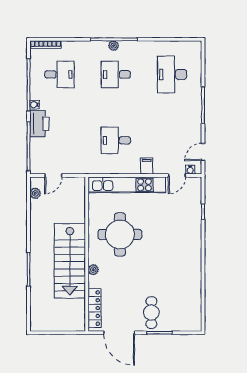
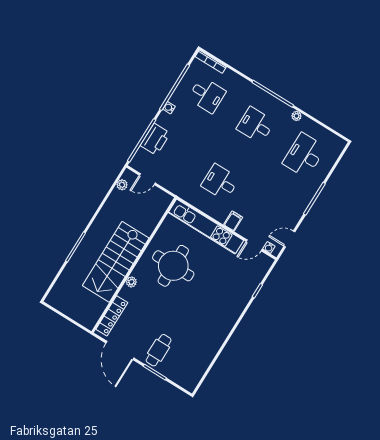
plant: (114, 46) -> (296, 116), moved
printer: (39, 124) -> (155, 139), moved

